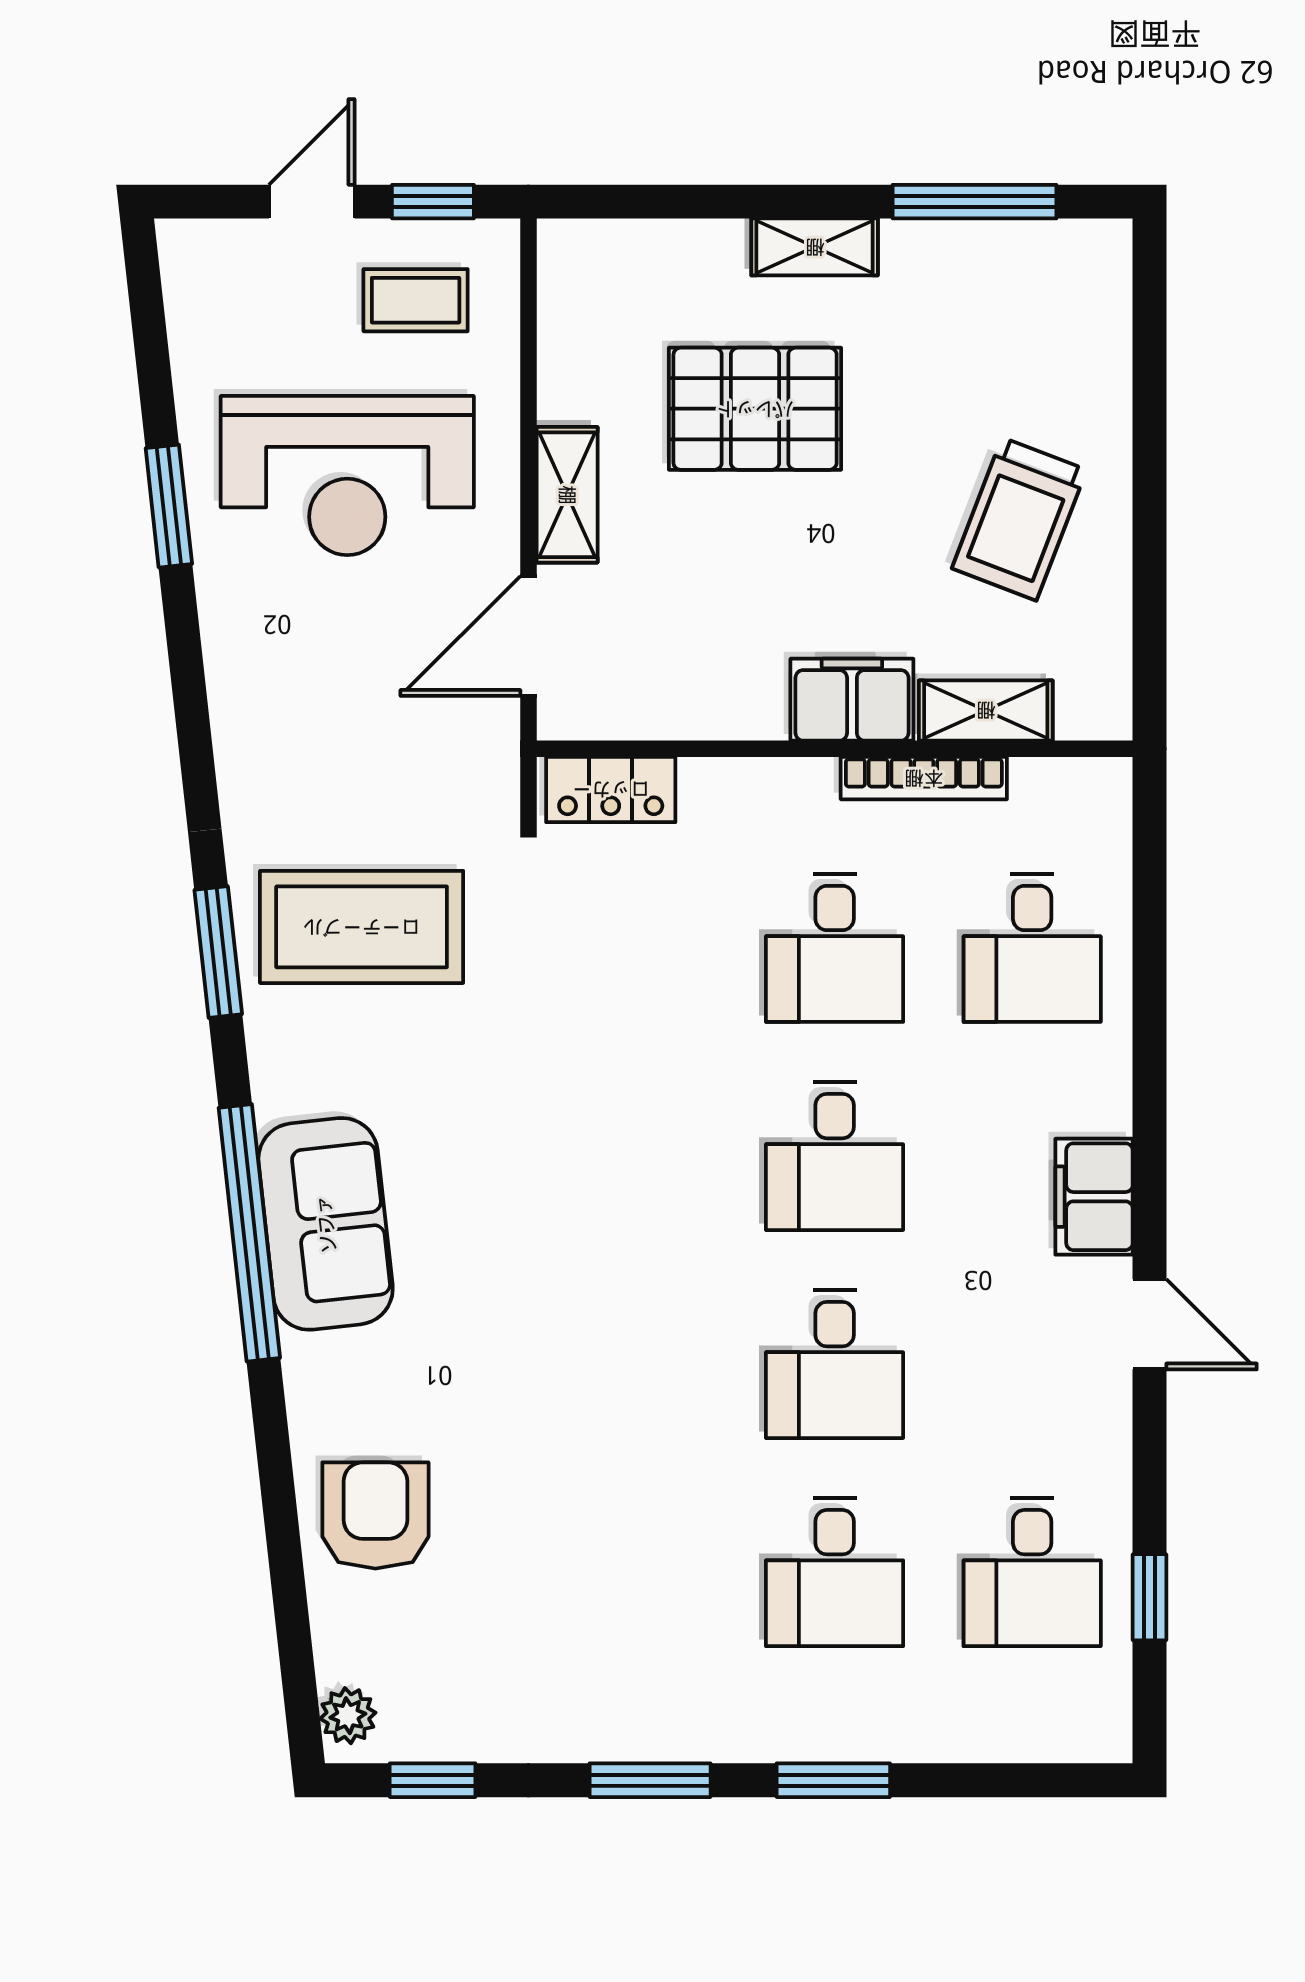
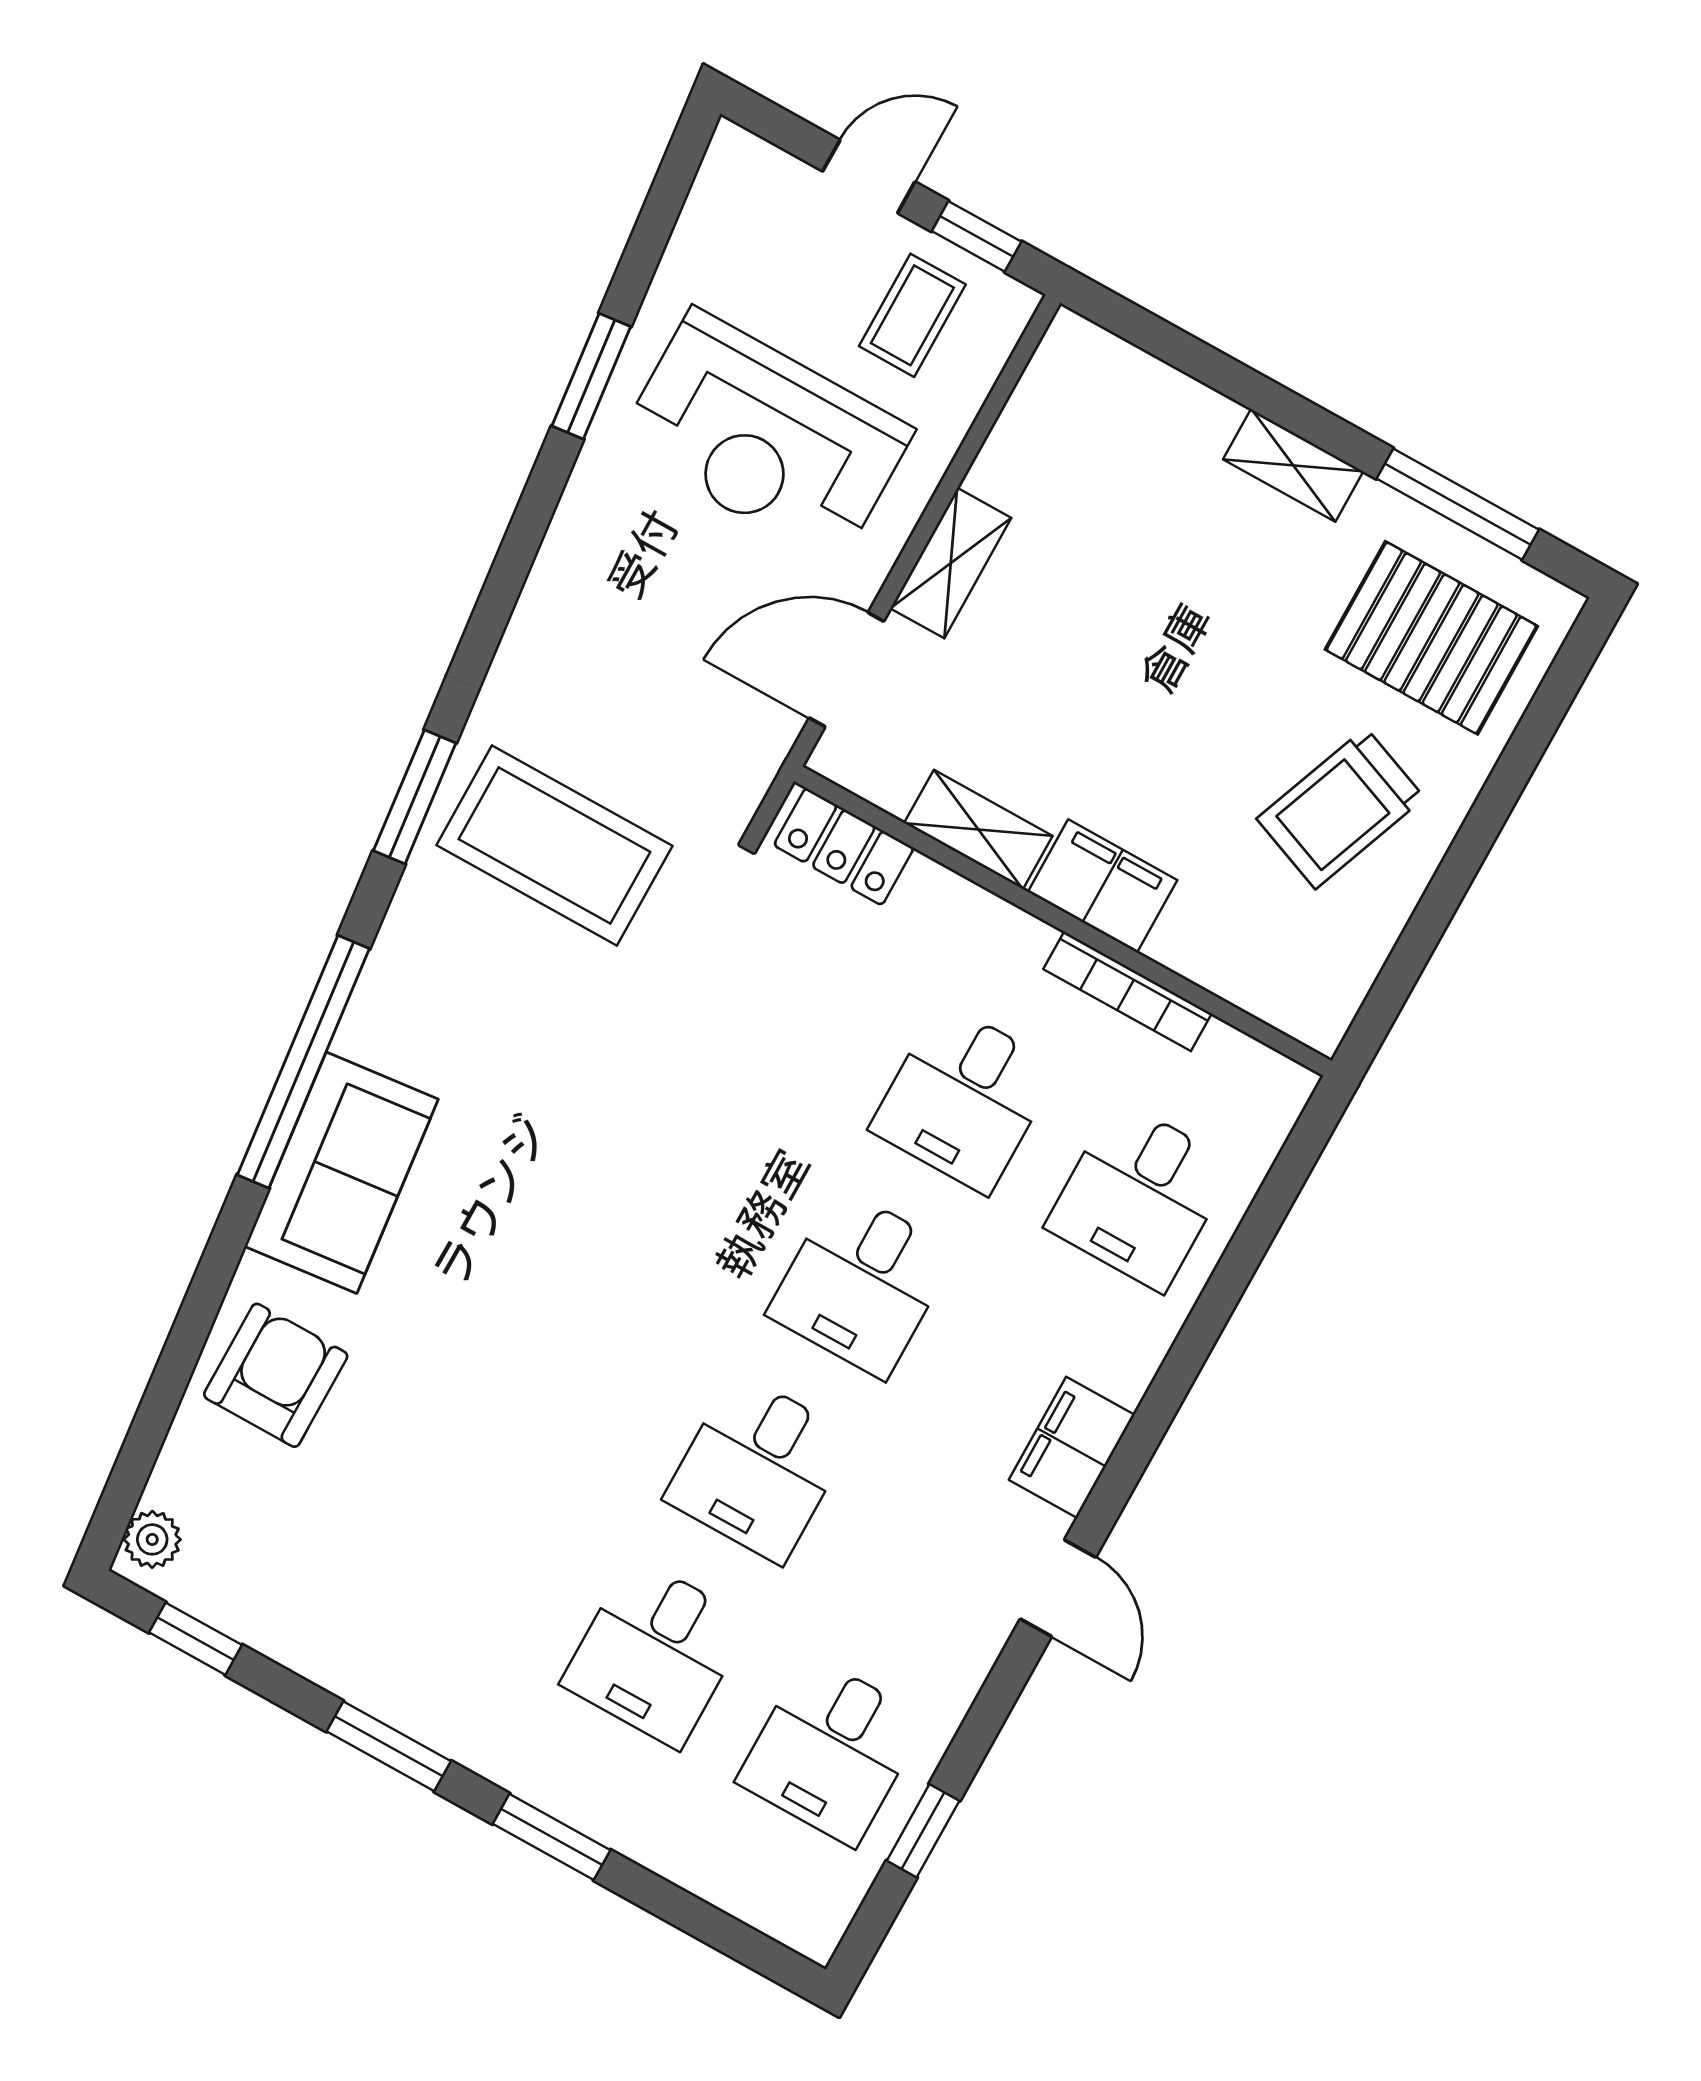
coffee table: (416, 300) -> (912, 315), turned 90
pallet: (755, 409) -> (1431, 638), moved
shelving: (986, 710) -> (978, 830), moved
sofa: (326, 1224) -> (341, 1173), moved

